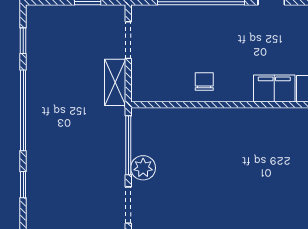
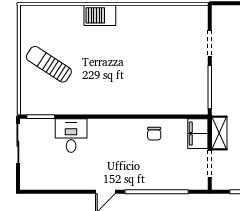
filing cabinet: (274, 89) -> (198, 134), moved, turned 90
plant: (143, 168) -> (199, 71), removed

